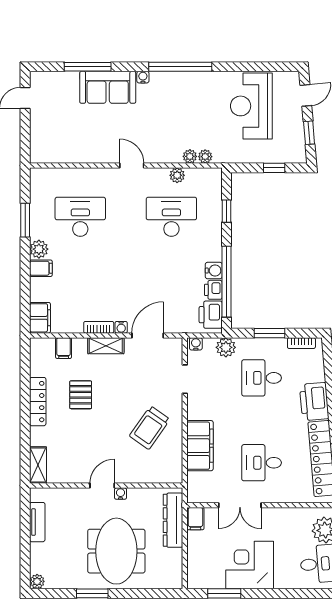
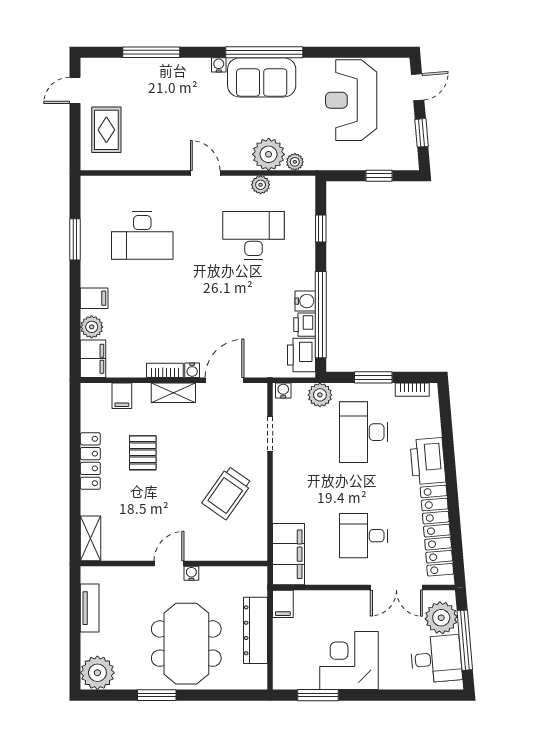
sofa: (108, 87) -> (262, 77), moved
rug: (51, 130) -> (106, 130), added
plant: (190, 156) -> (269, 154), width x1.88, depth x1.88
desk: (80, 217) -> (142, 235), turned 180
plant: (39, 249) -> (92, 327), moved
desk: (262, 378) -> (364, 432), width x1.37
filing cabinet: (200, 446) -> (288, 554), moved
double door: (240, 505) -> (396, 588), moved
dresser: (173, 520) -> (255, 630), moved
plant: (37, 581) -> (97, 673), width x1.88, depth x1.88

